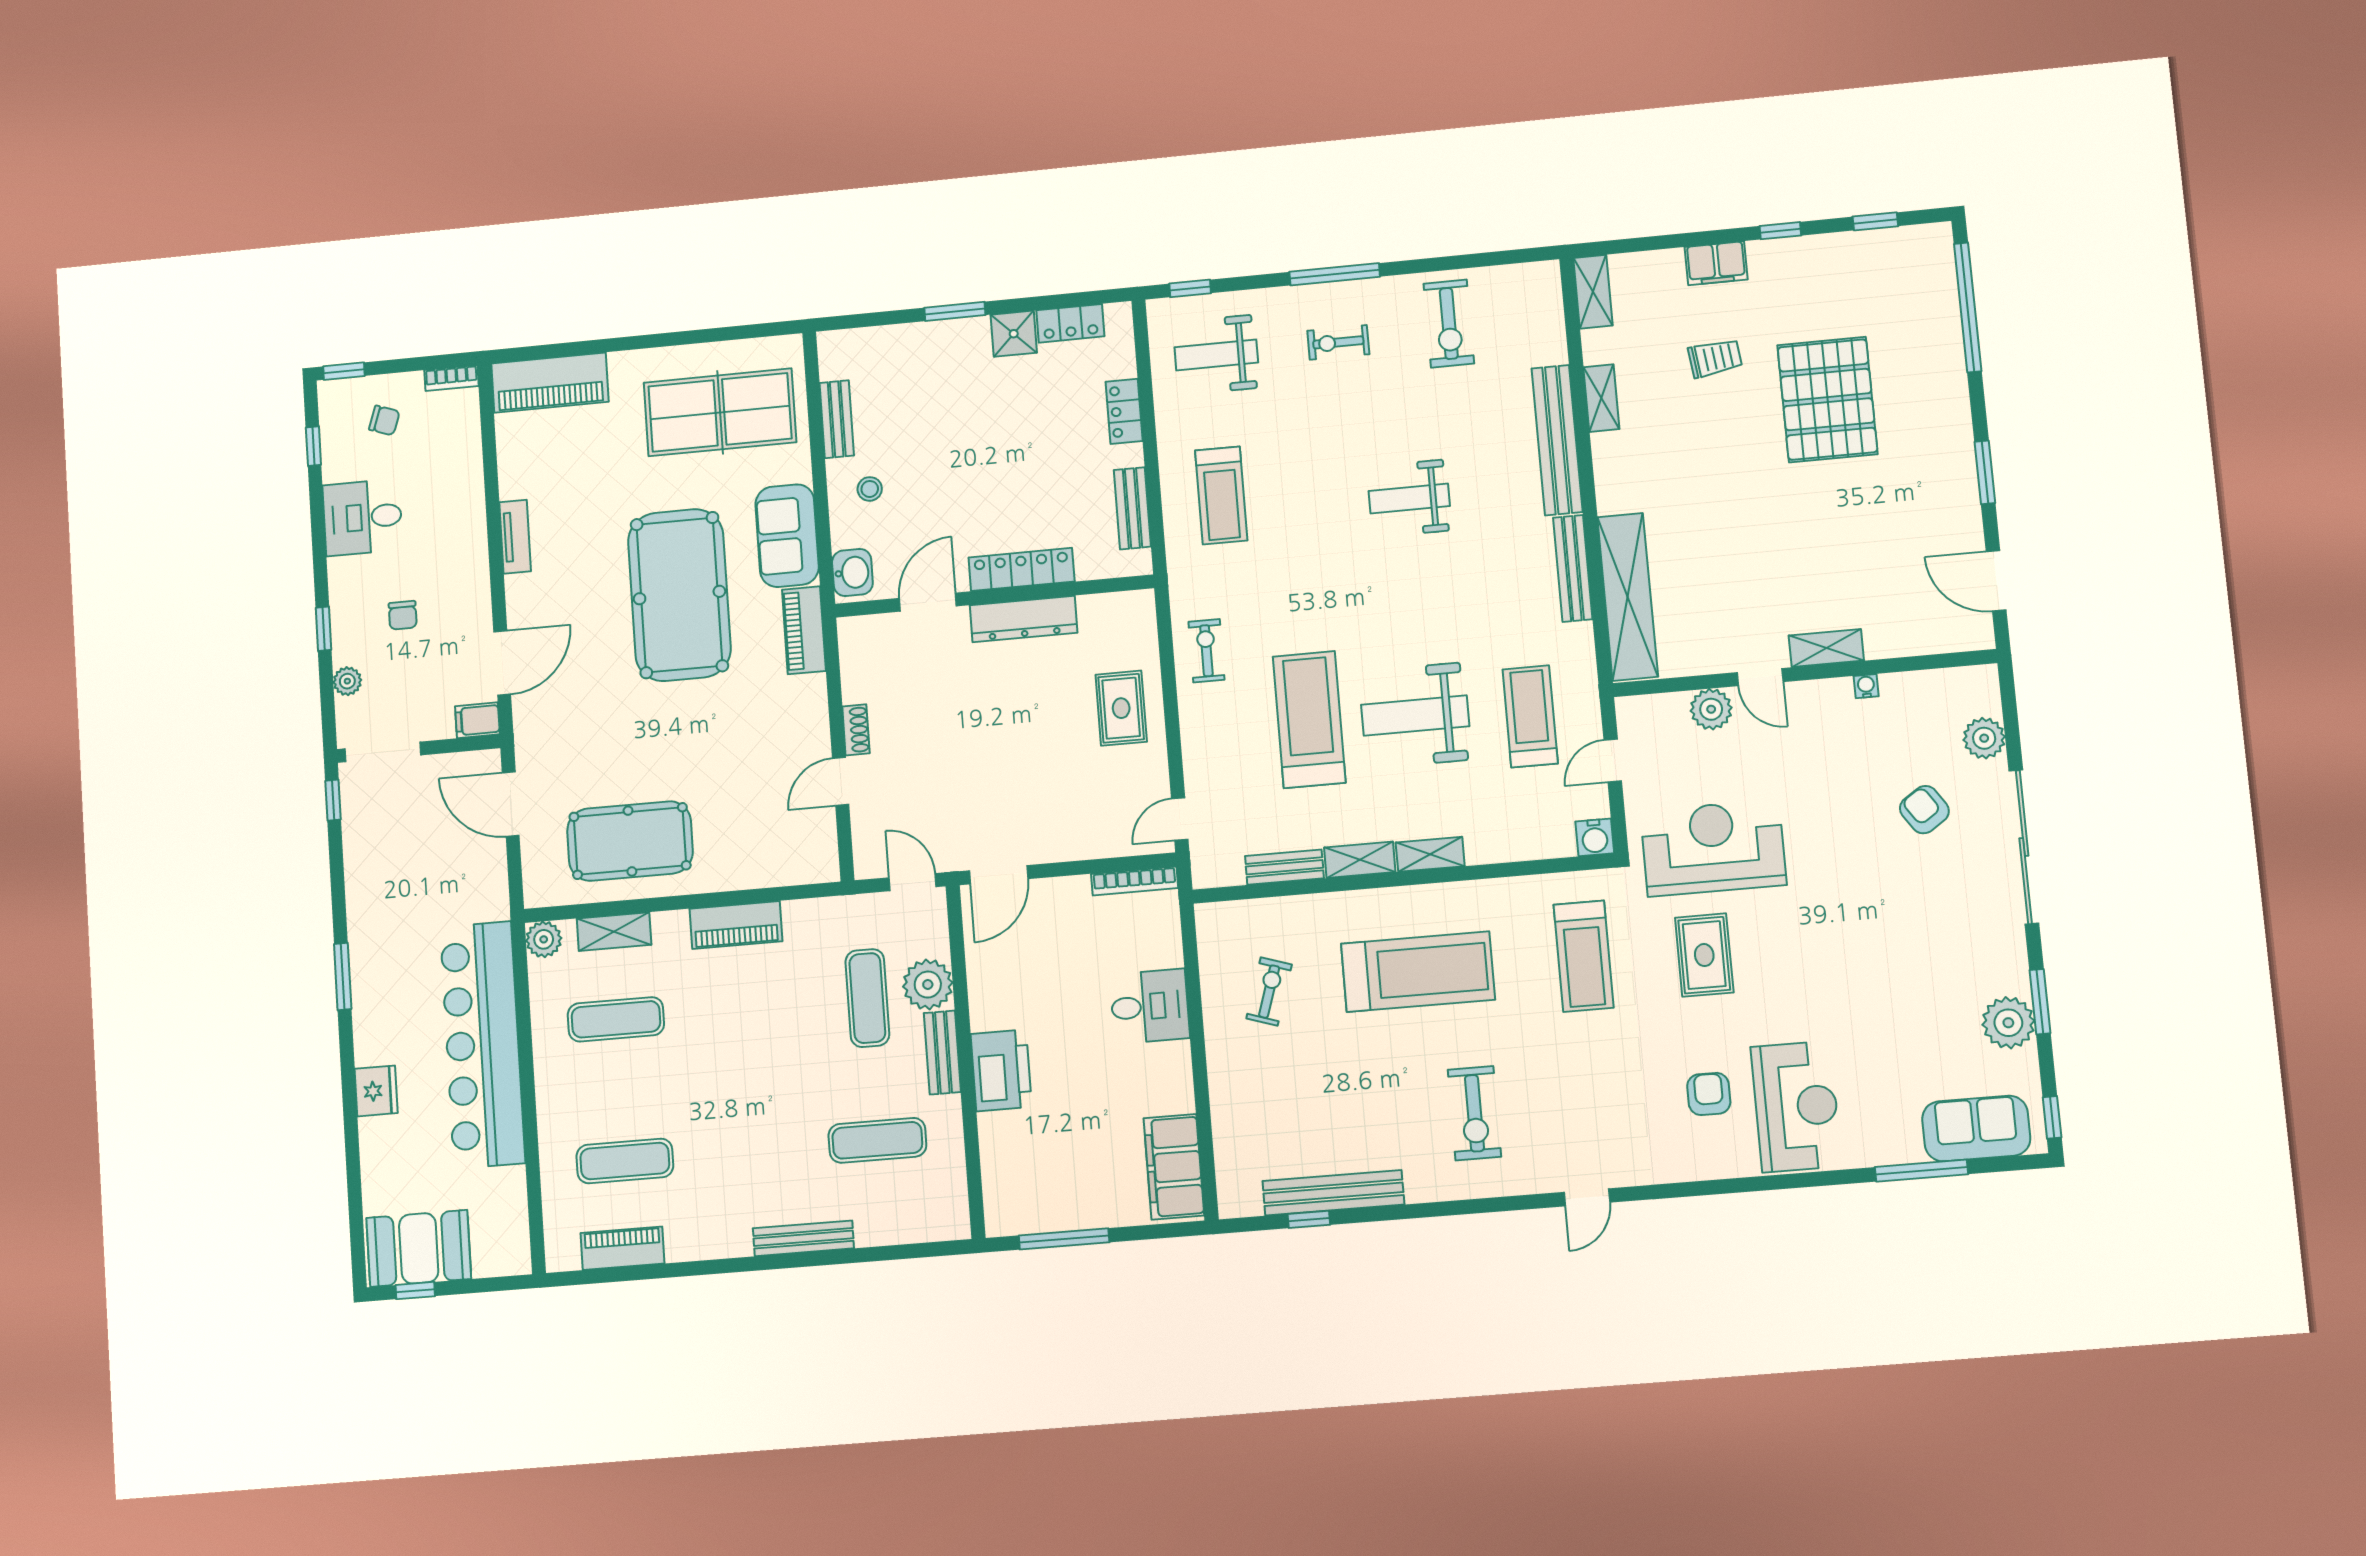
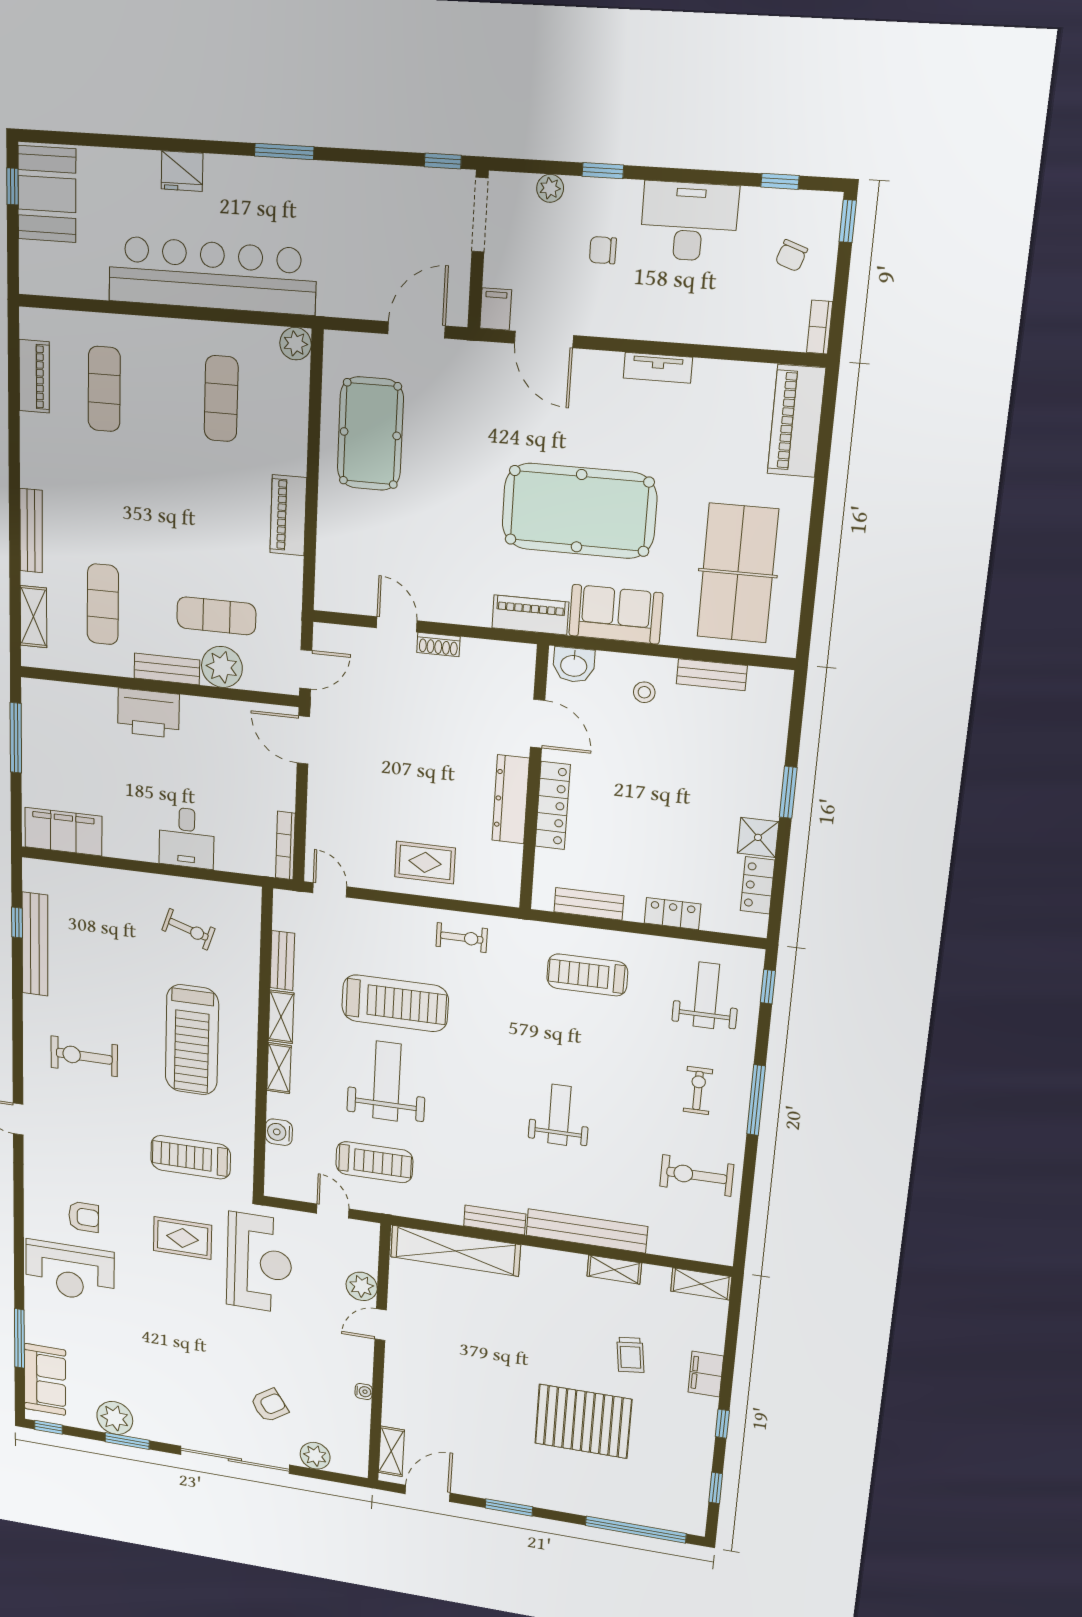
desk: (363, 517) -> (689, 222), width x1.37
bench: (1573, 568) -> (495, 1220), width x0.73
shelving: (1826, 648) -> (391, 1451), moved
water cooler: (1595, 837) -> (279, 1132), moved
shelving: (614, 932) -> (34, 617), moved

